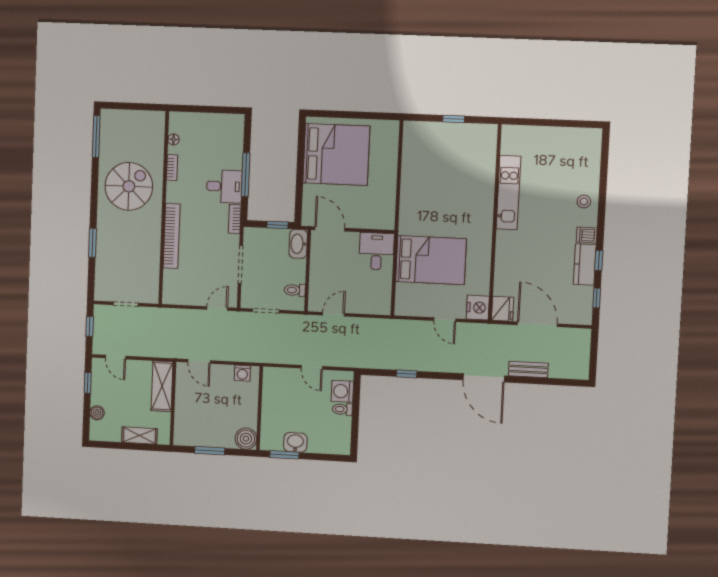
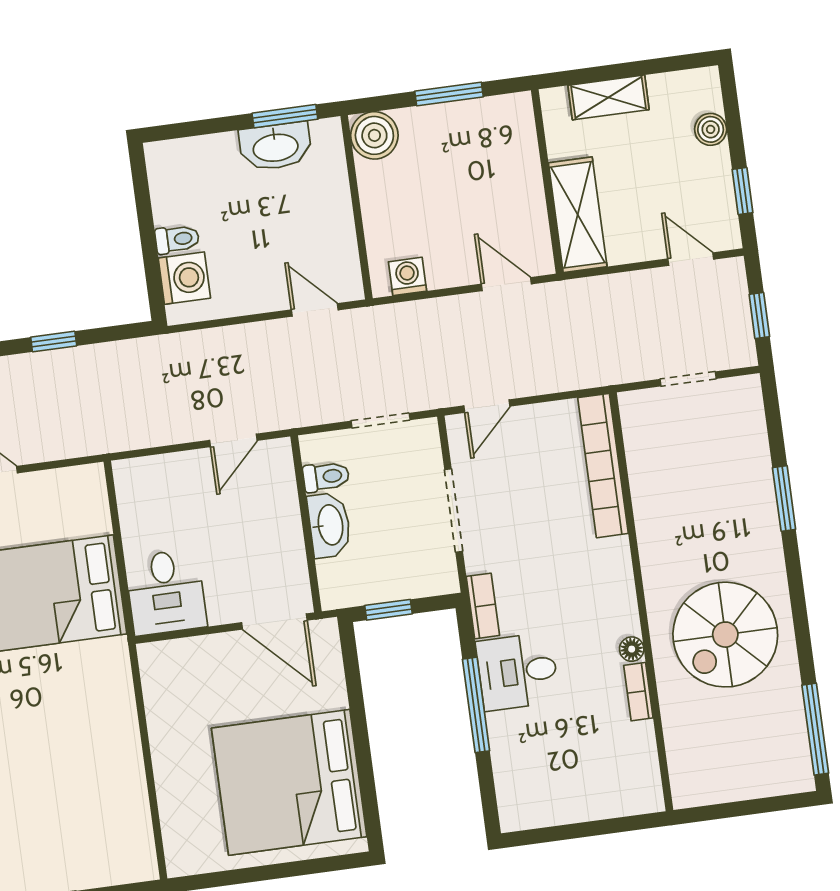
floor lamp: (173, 139) -> (632, 649), moved
bookcase: (172, 236) -> (603, 466), moved
washbasin: (298, 244) -> (329, 525), moved
door: (312, 367) -> (315, 310), moved
washbasin: (295, 442) -> (275, 146), width x1.38

